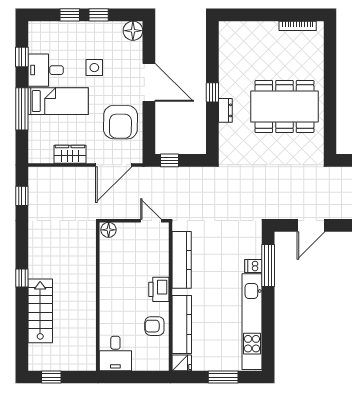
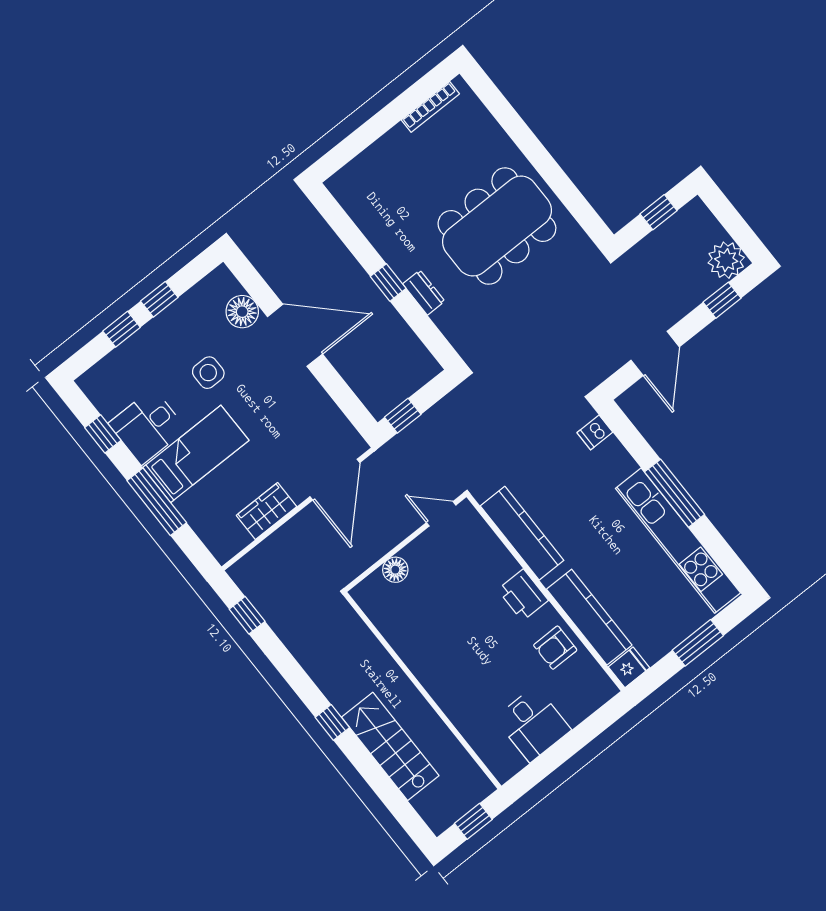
floor lamp: (133, 31) -> (242, 312), moved
armchair: (120, 122) -> (299, 417), removed
dishwasher: (253, 266) -> (595, 432), moved
window: (268, 266) -> (675, 493), moved
wall: (98, 297) -> (422, 690), moved

